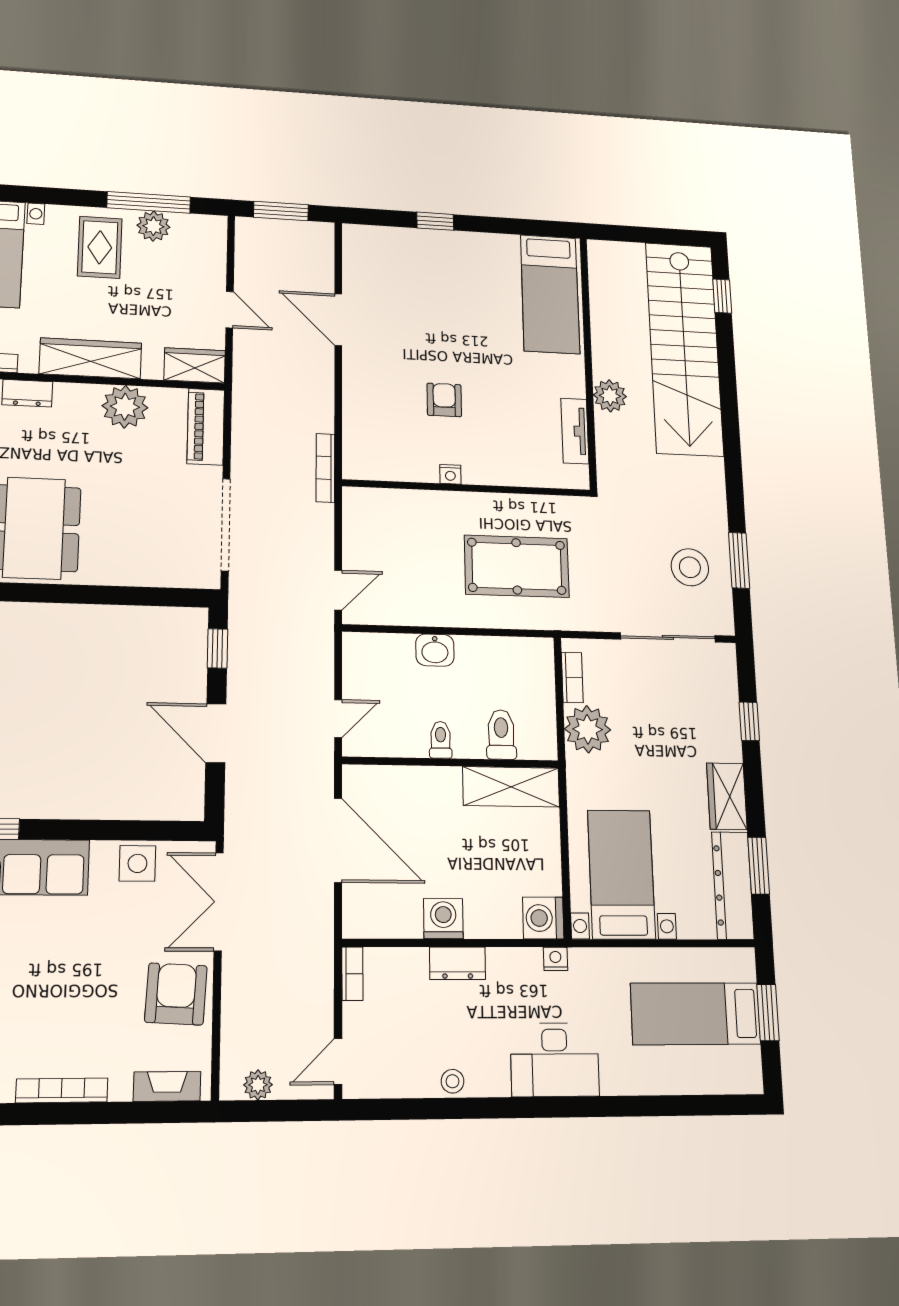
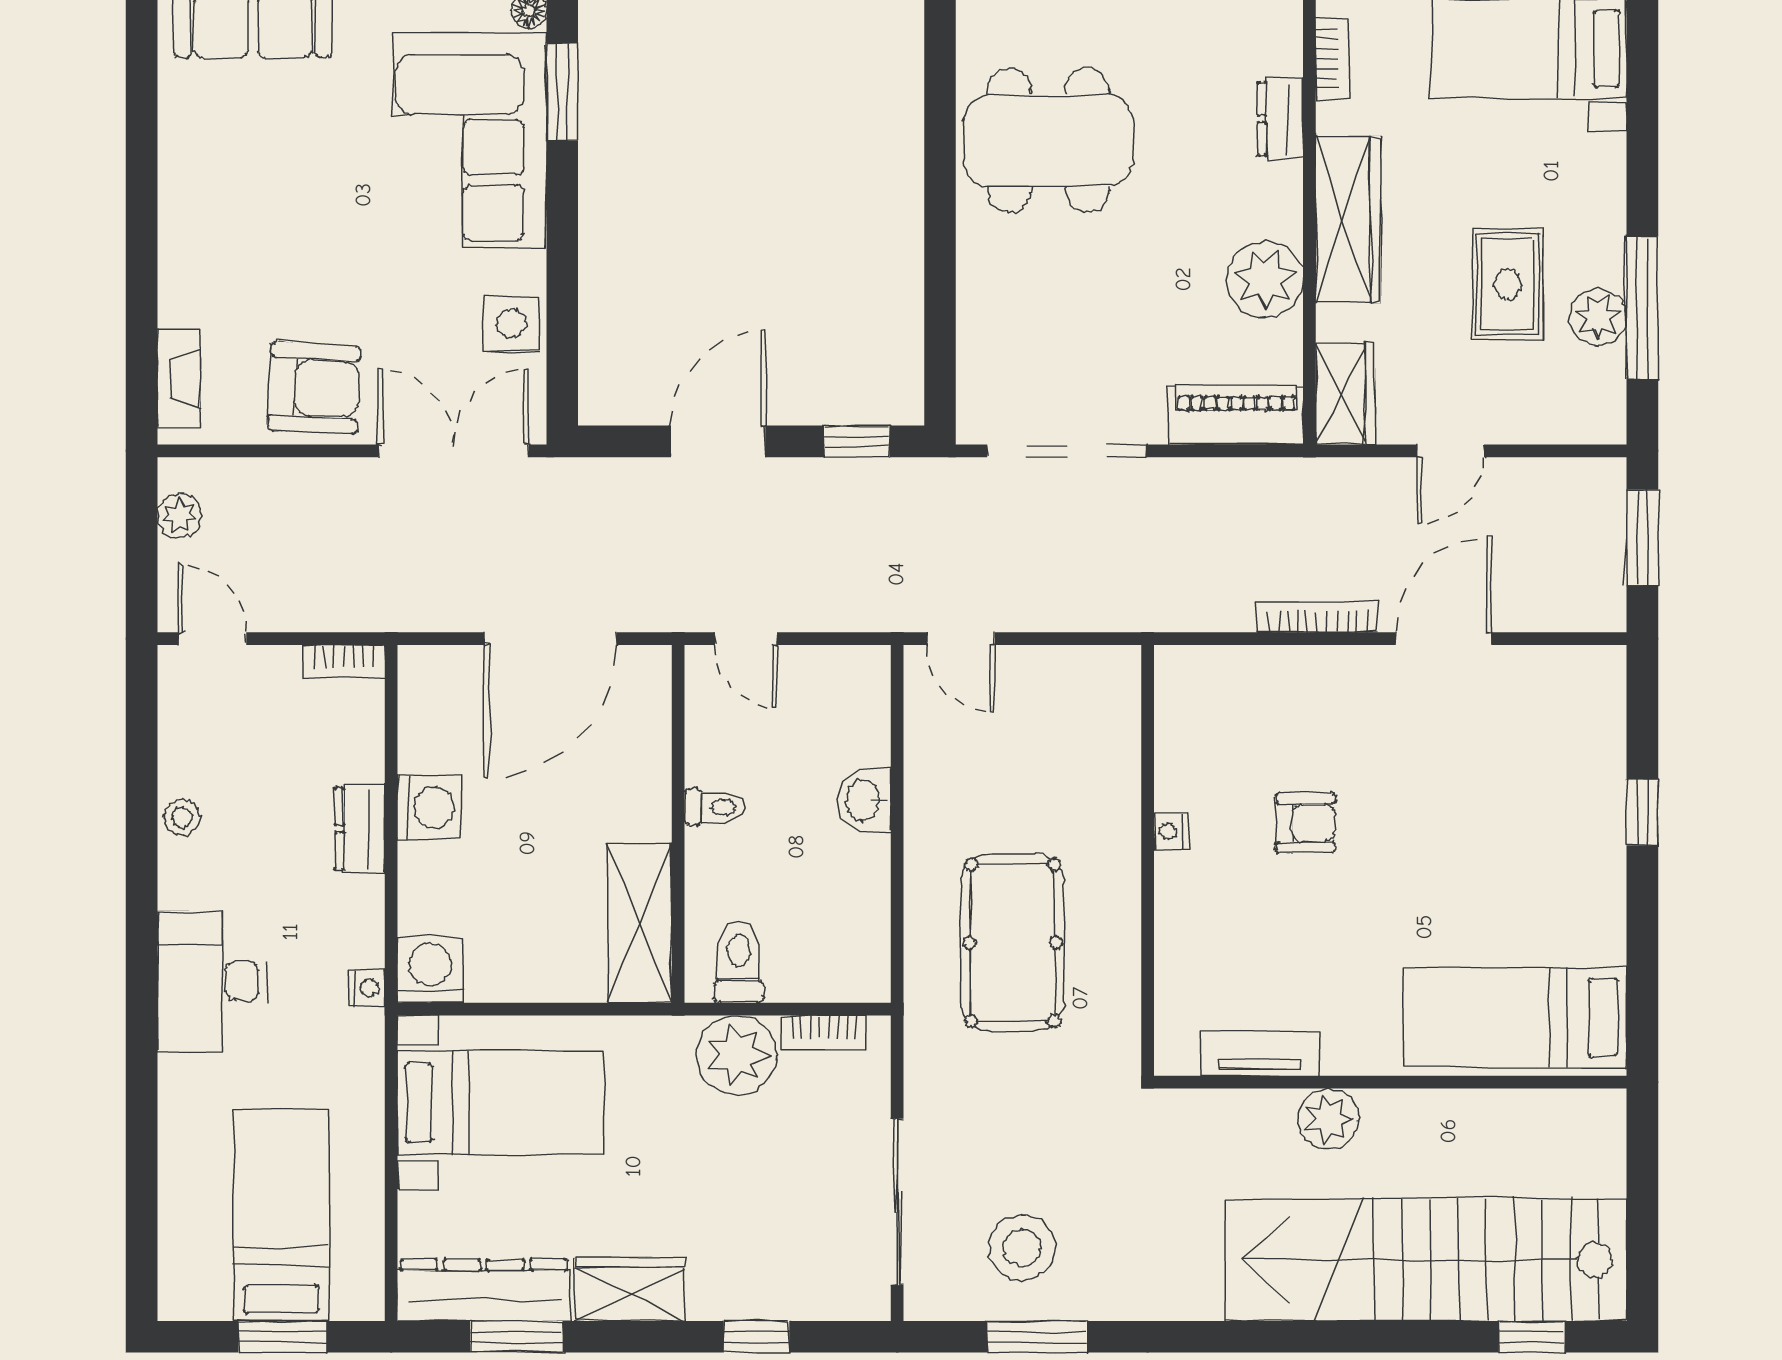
rug: (100, 247) -> (1508, 284), moved, turned 90
bookcase: (325, 468) -> (1317, 617), moved
toilet: (501, 735) -> (739, 962), moved, turned -90
bookcase: (62, 1090) -> (174, 222), removed

